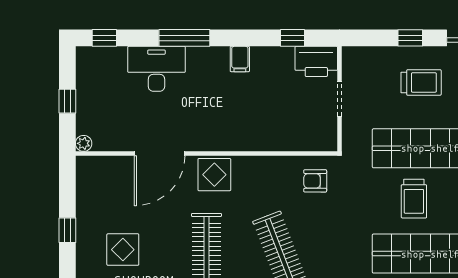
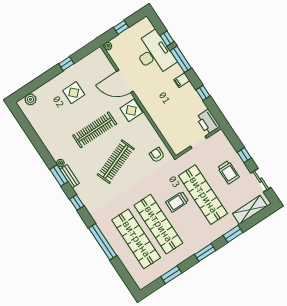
window: (104, 38) -> (167, 39), moved
window: (292, 38) -> (203, 93), moved
filing cabinet: (240, 59) -> (182, 80), moved
desk: (156, 69) -> (154, 54), width x1.36, depth x1.30

